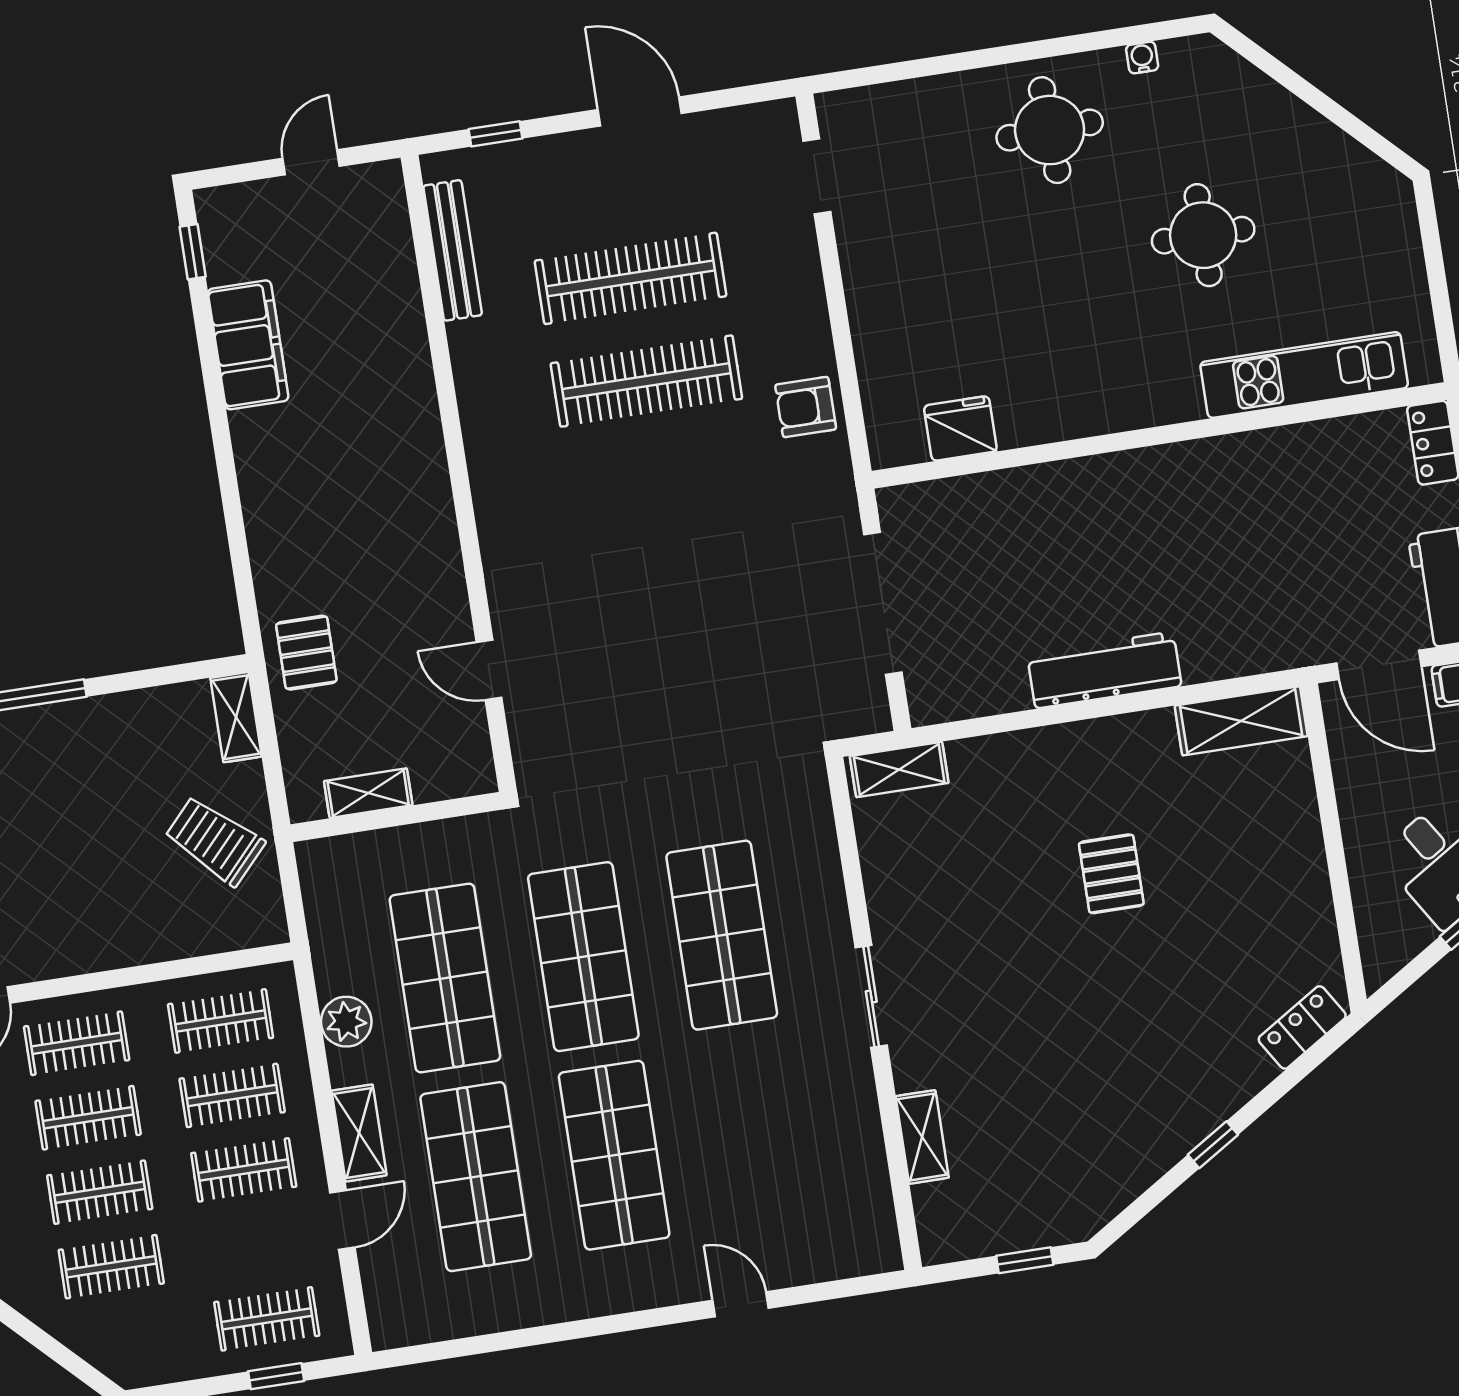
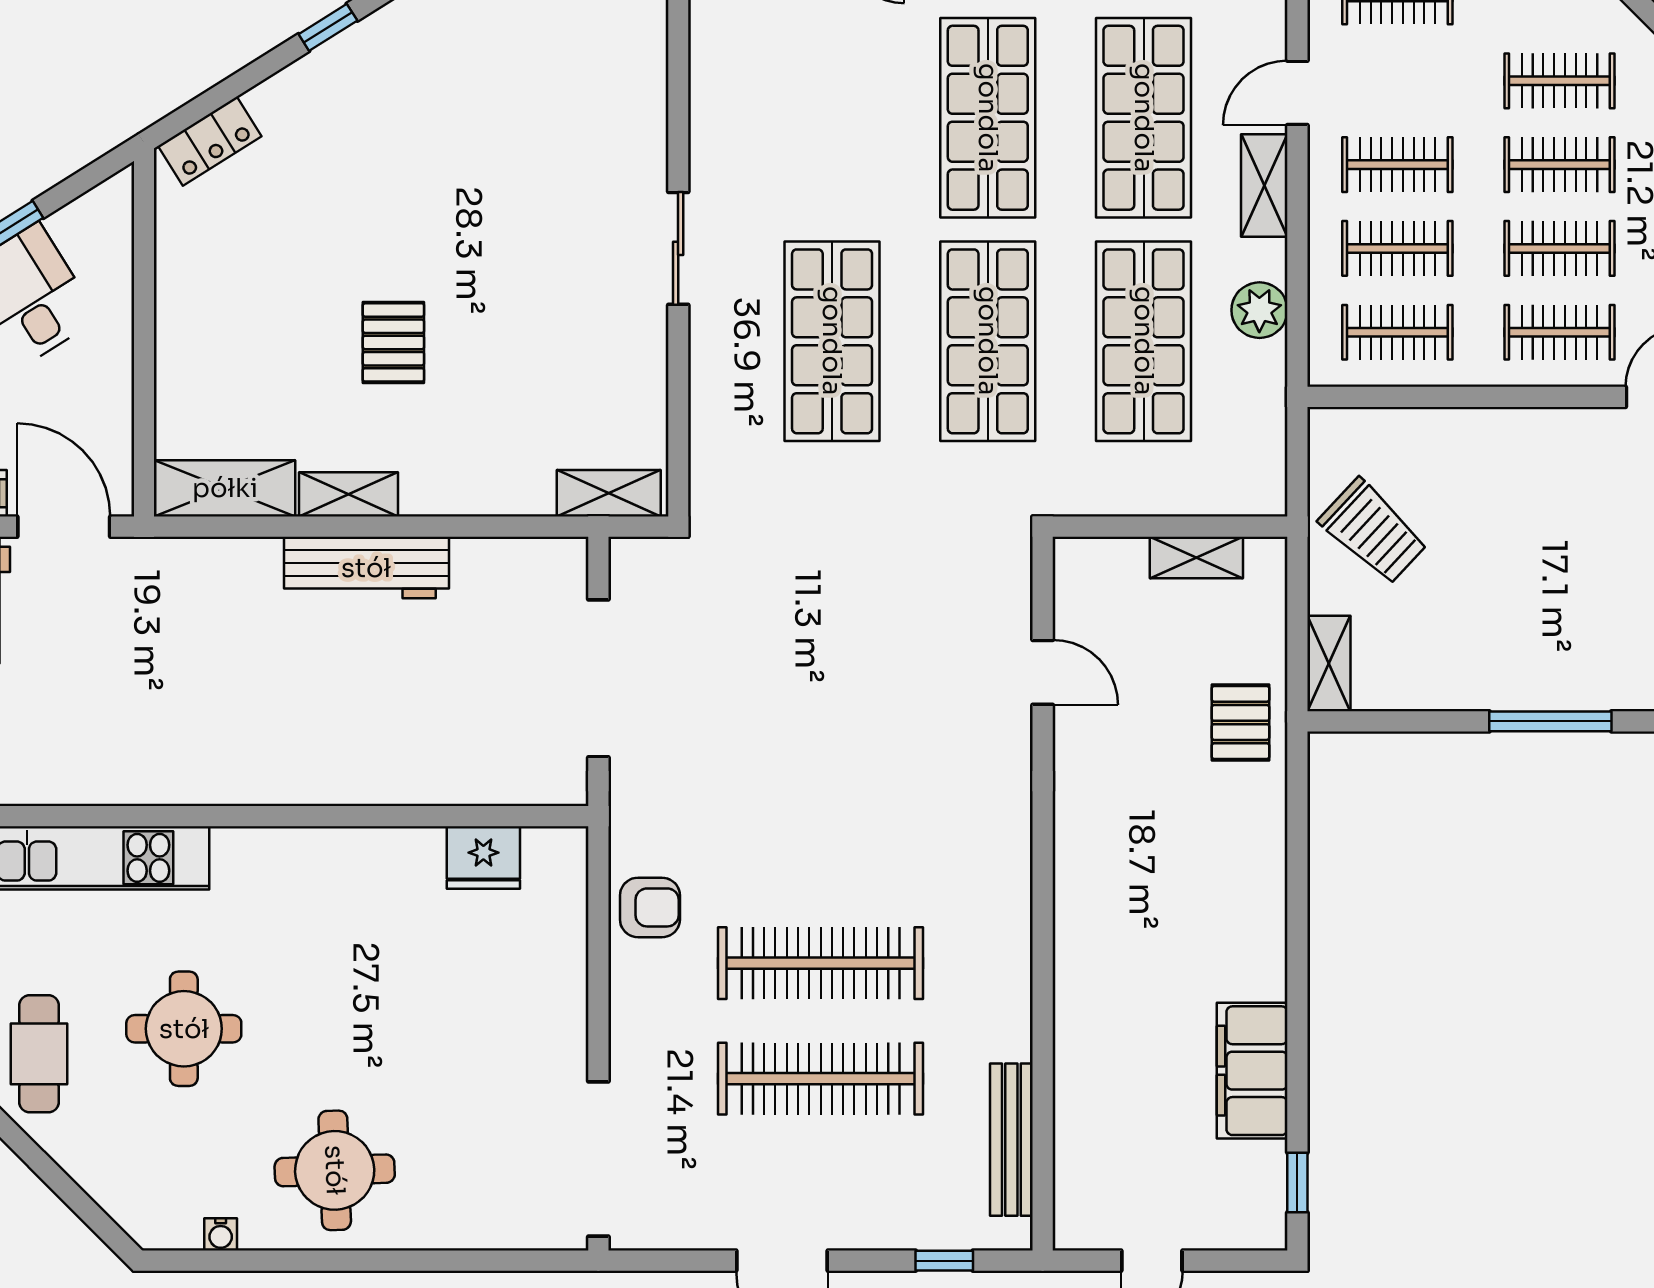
doorway: (817, 177) -> (598, 1159), width x1.87
cafe table: (1328, 193) -> (39, 1054), added
shelving: (922, 1137) -> (349, 494), moved, turned 90

